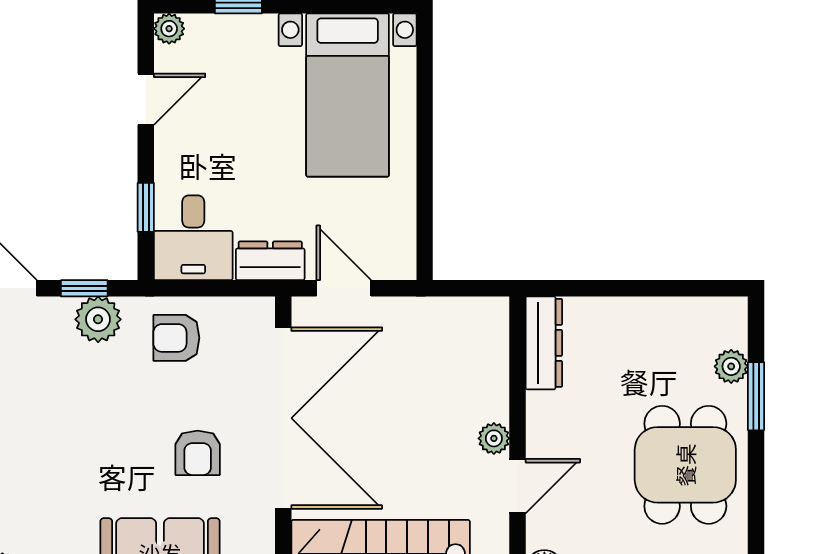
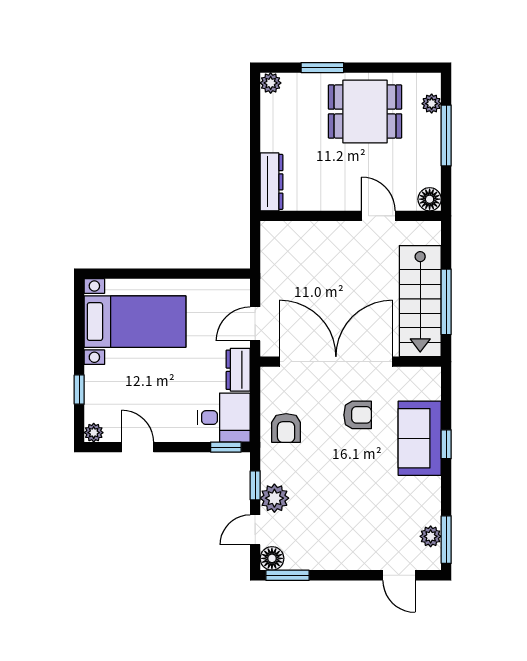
window: (146, 207) -> (226, 447), moved
plant: (98, 319) -> (274, 498), moved
dresser: (544, 343) -> (272, 182), moved, turned 90
plant: (731, 366) -> (271, 83), moved
plant: (494, 438) -> (349, 231), removed

